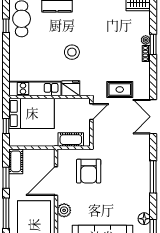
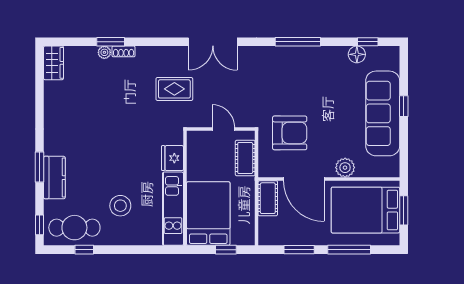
stool: (72, 52) -> (120, 206), moved
rug: (120, 89) -> (174, 89), turned 90
door: (91, 112) -> (223, 129), moved
cot: (16, 161) -> (268, 198), moved, turned 90

